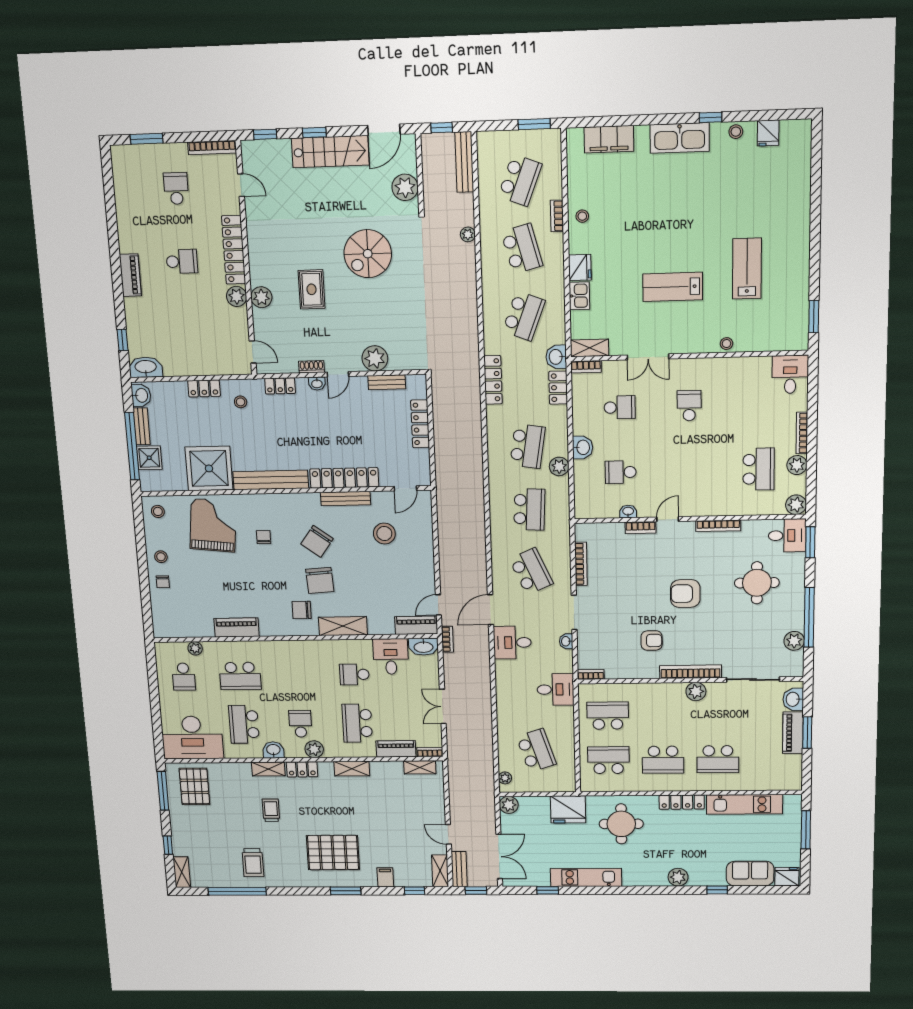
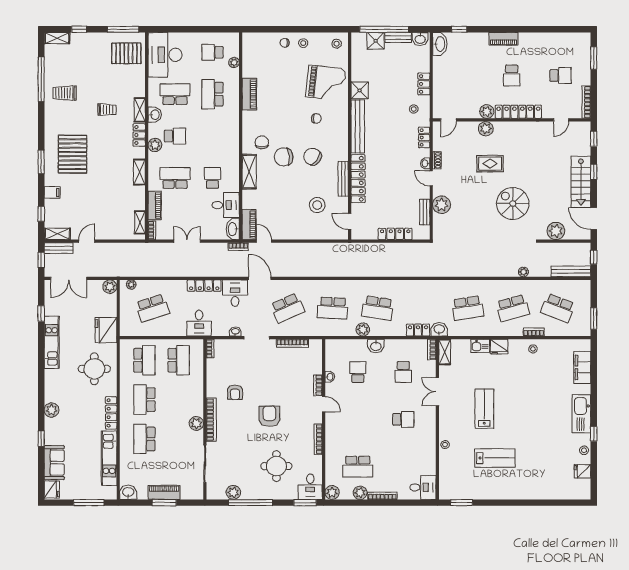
school desk: (524, 316) -> (468, 308), turned -30
locker: (493, 380) -> (204, 286), moved
shower: (209, 468) -> (360, 90), width x0.54, depth x0.54
washbasin: (793, 699) -> (128, 492), moved

